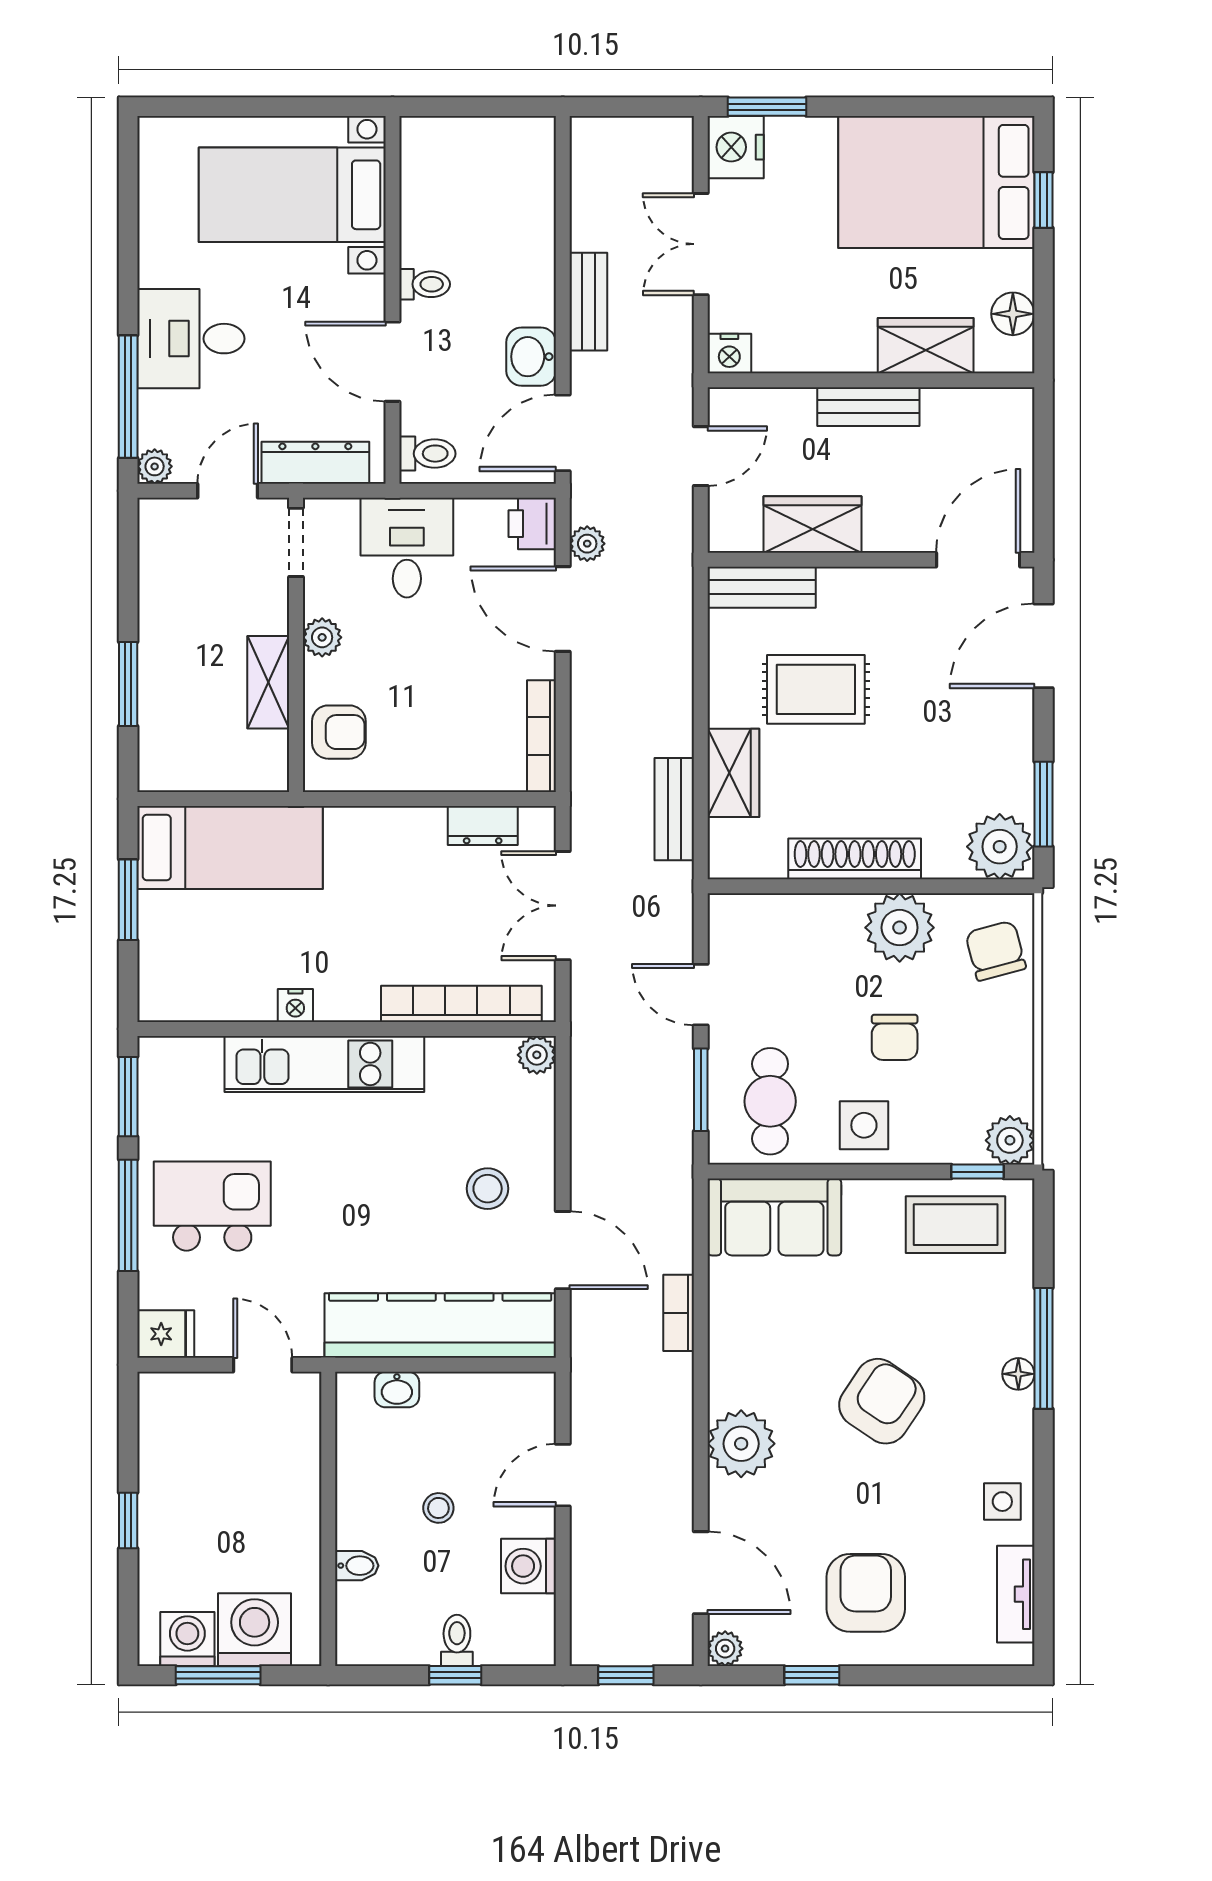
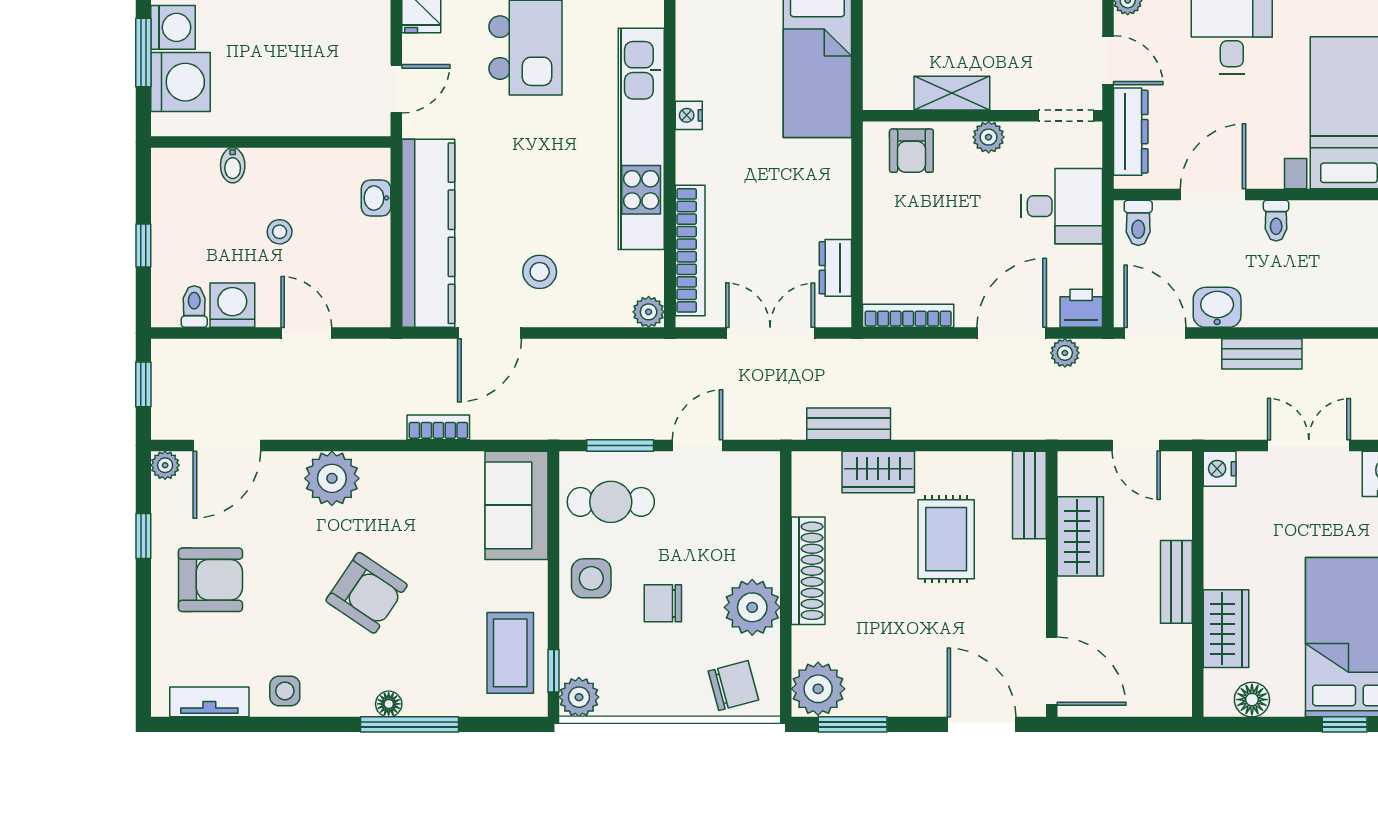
kitchen unit: (324, 1064) -> (641, 139), width x1.36
toilet: (457, 1640) -> (194, 307), moved, turned -90

